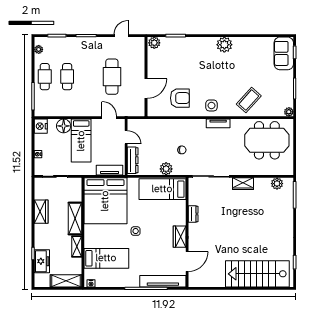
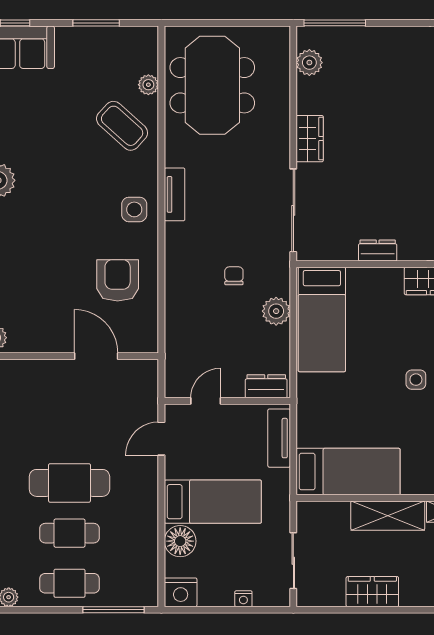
cafe table: (112, 77) -> (69, 483), moved
plant: (289, 112) -> (148, 85), moved
dresser: (133, 160) -> (266, 386), width x0.70
bed: (105, 201) -> (348, 472), width x0.49

